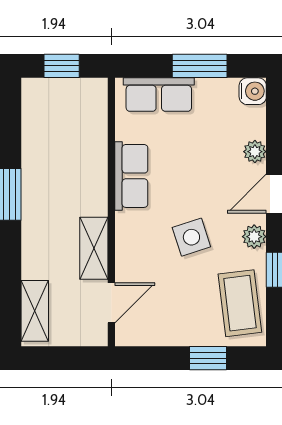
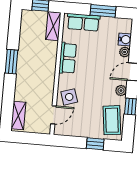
water cooler: (253, 91) -> (125, 40), moved
side table: (191, 237) -> (69, 97), moved
shelving: (94, 248) -> (53, 26), moved

